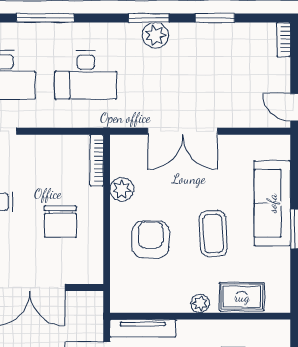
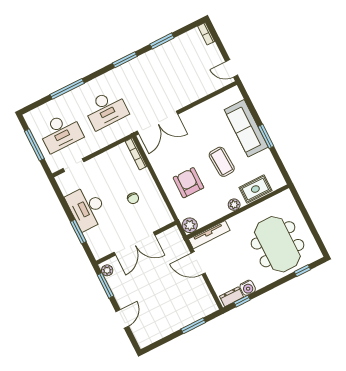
plant: (155, 35) -> (134, 67), removed
double door: (183, 131) -> (157, 123), moved
plant: (122, 189) -> (190, 225), moved
chair: (60, 222) -> (133, 198), width x0.54, depth x0.54

